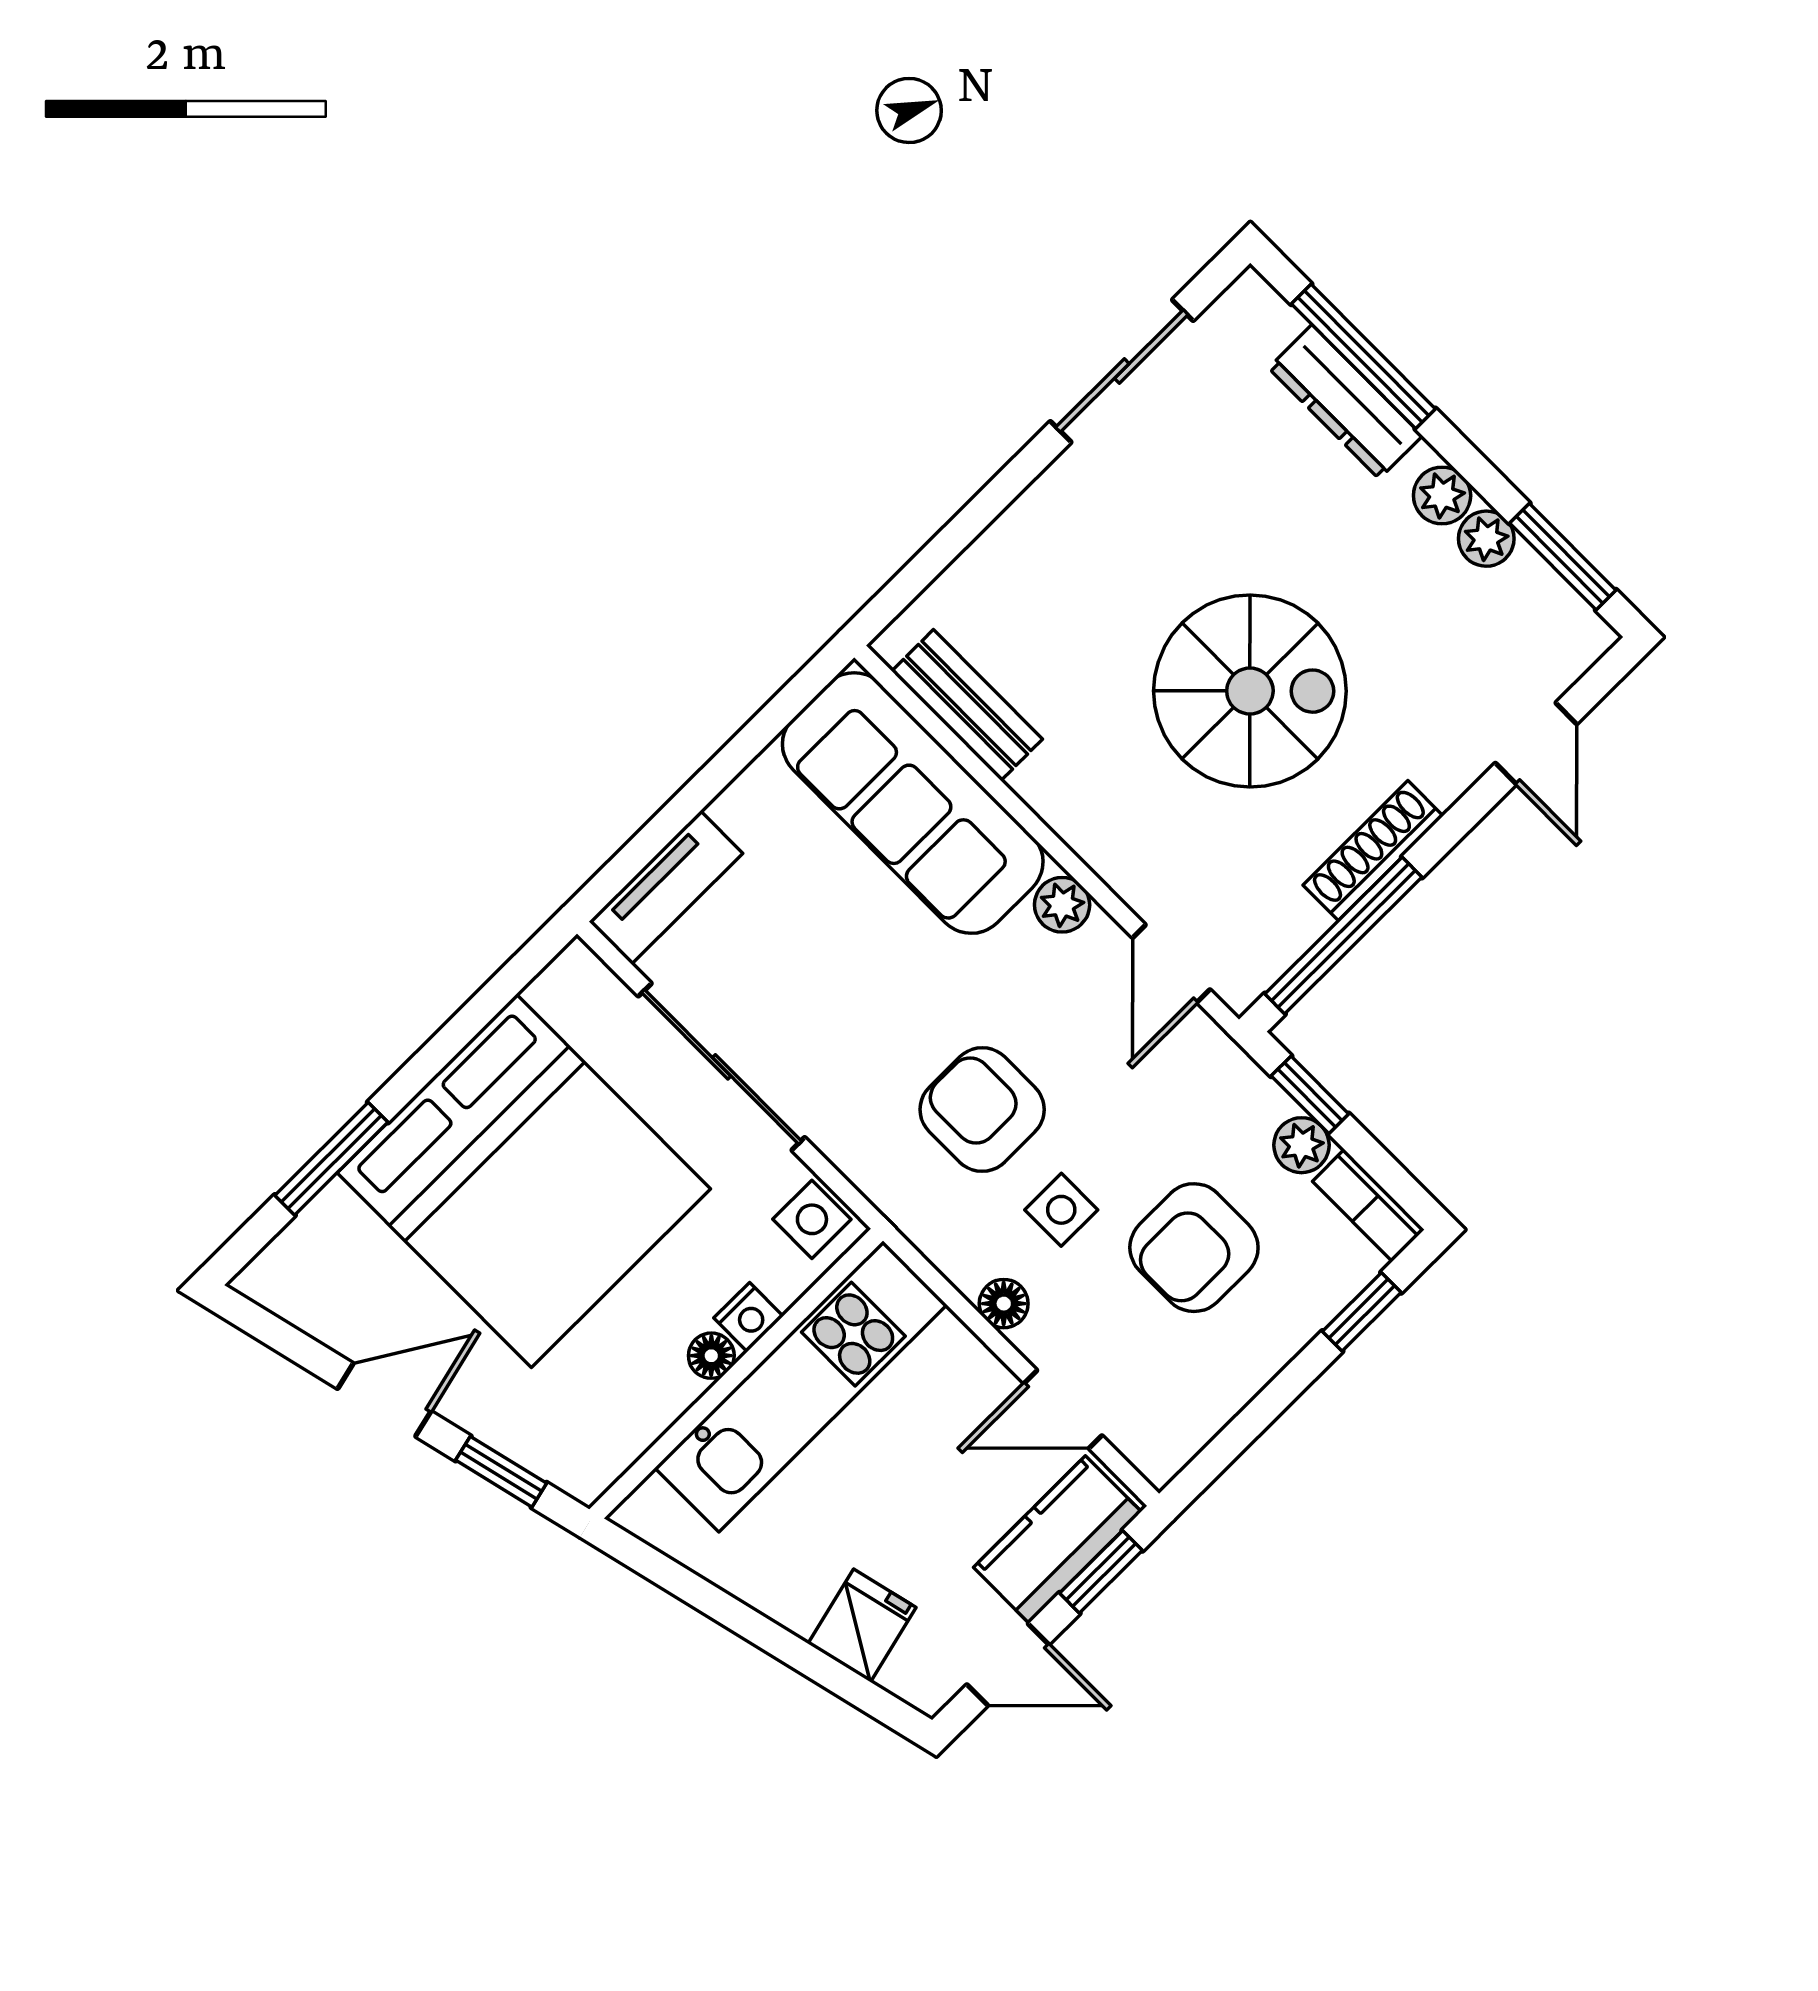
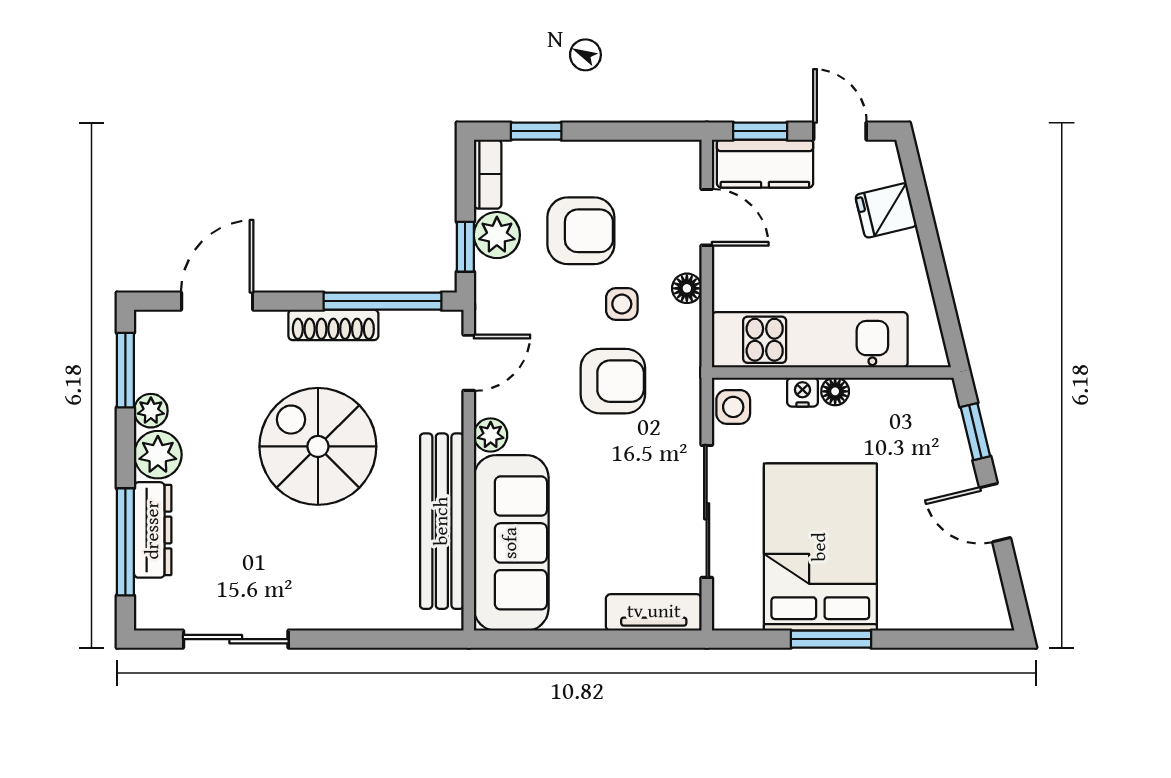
plant: (1442, 496) -> (158, 455), width x1.38, depth x1.38
bench: (967, 705) -> (442, 521), width x1.86, depth x1.21
door: (1536, 743) -> (217, 301), width x1.38
armchair: (982, 1110) -> (613, 381), turned -90
plant: (1301, 1145) -> (497, 235), width x1.38, depth x1.38
window: (331, 1159) -> (831, 639), moved
bed: (524, 1181) -> (820, 547), width x0.73

